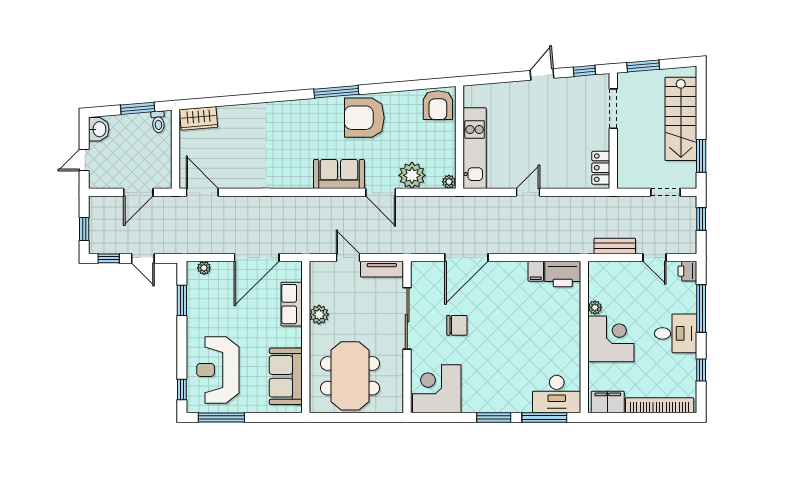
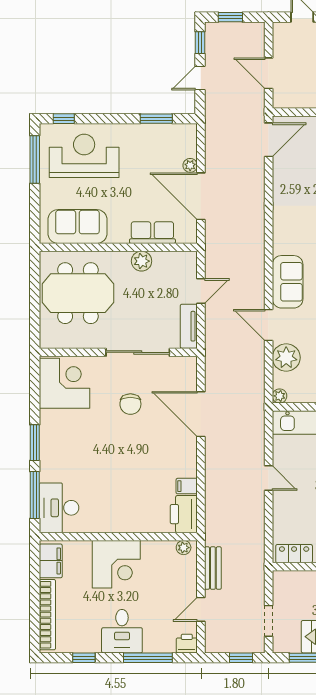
door: (381, 192) -> (269, 325), hinge flipped
plant: (204, 268) -> (190, 165), moved
plant: (595, 307) -> (184, 548), moved

